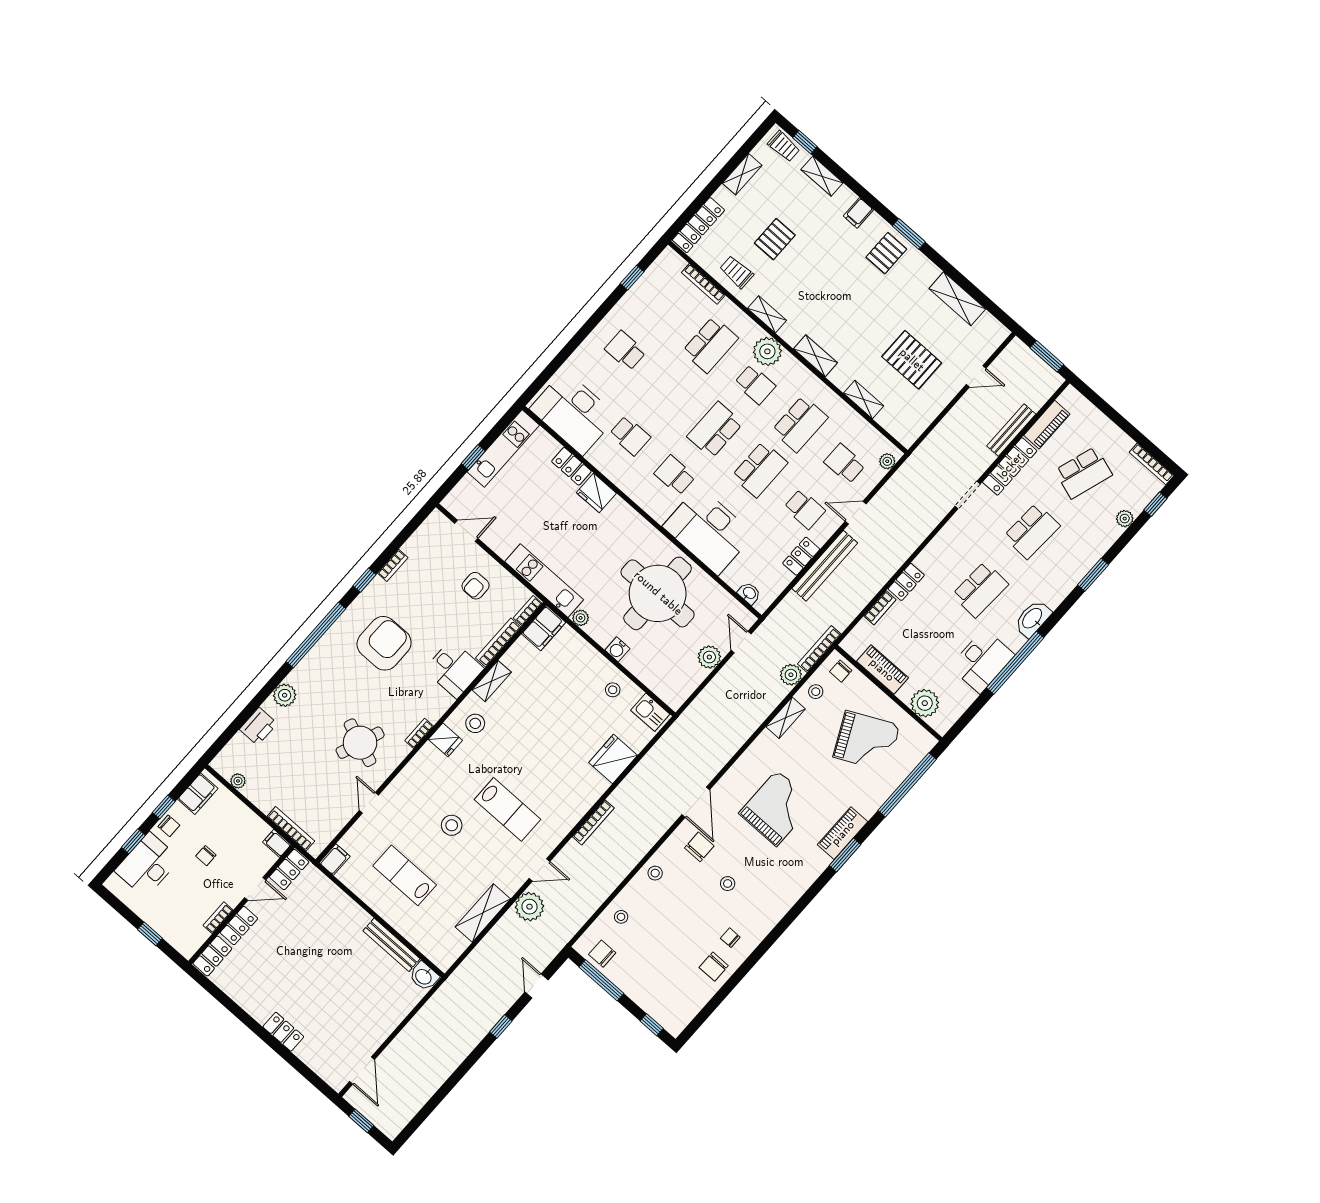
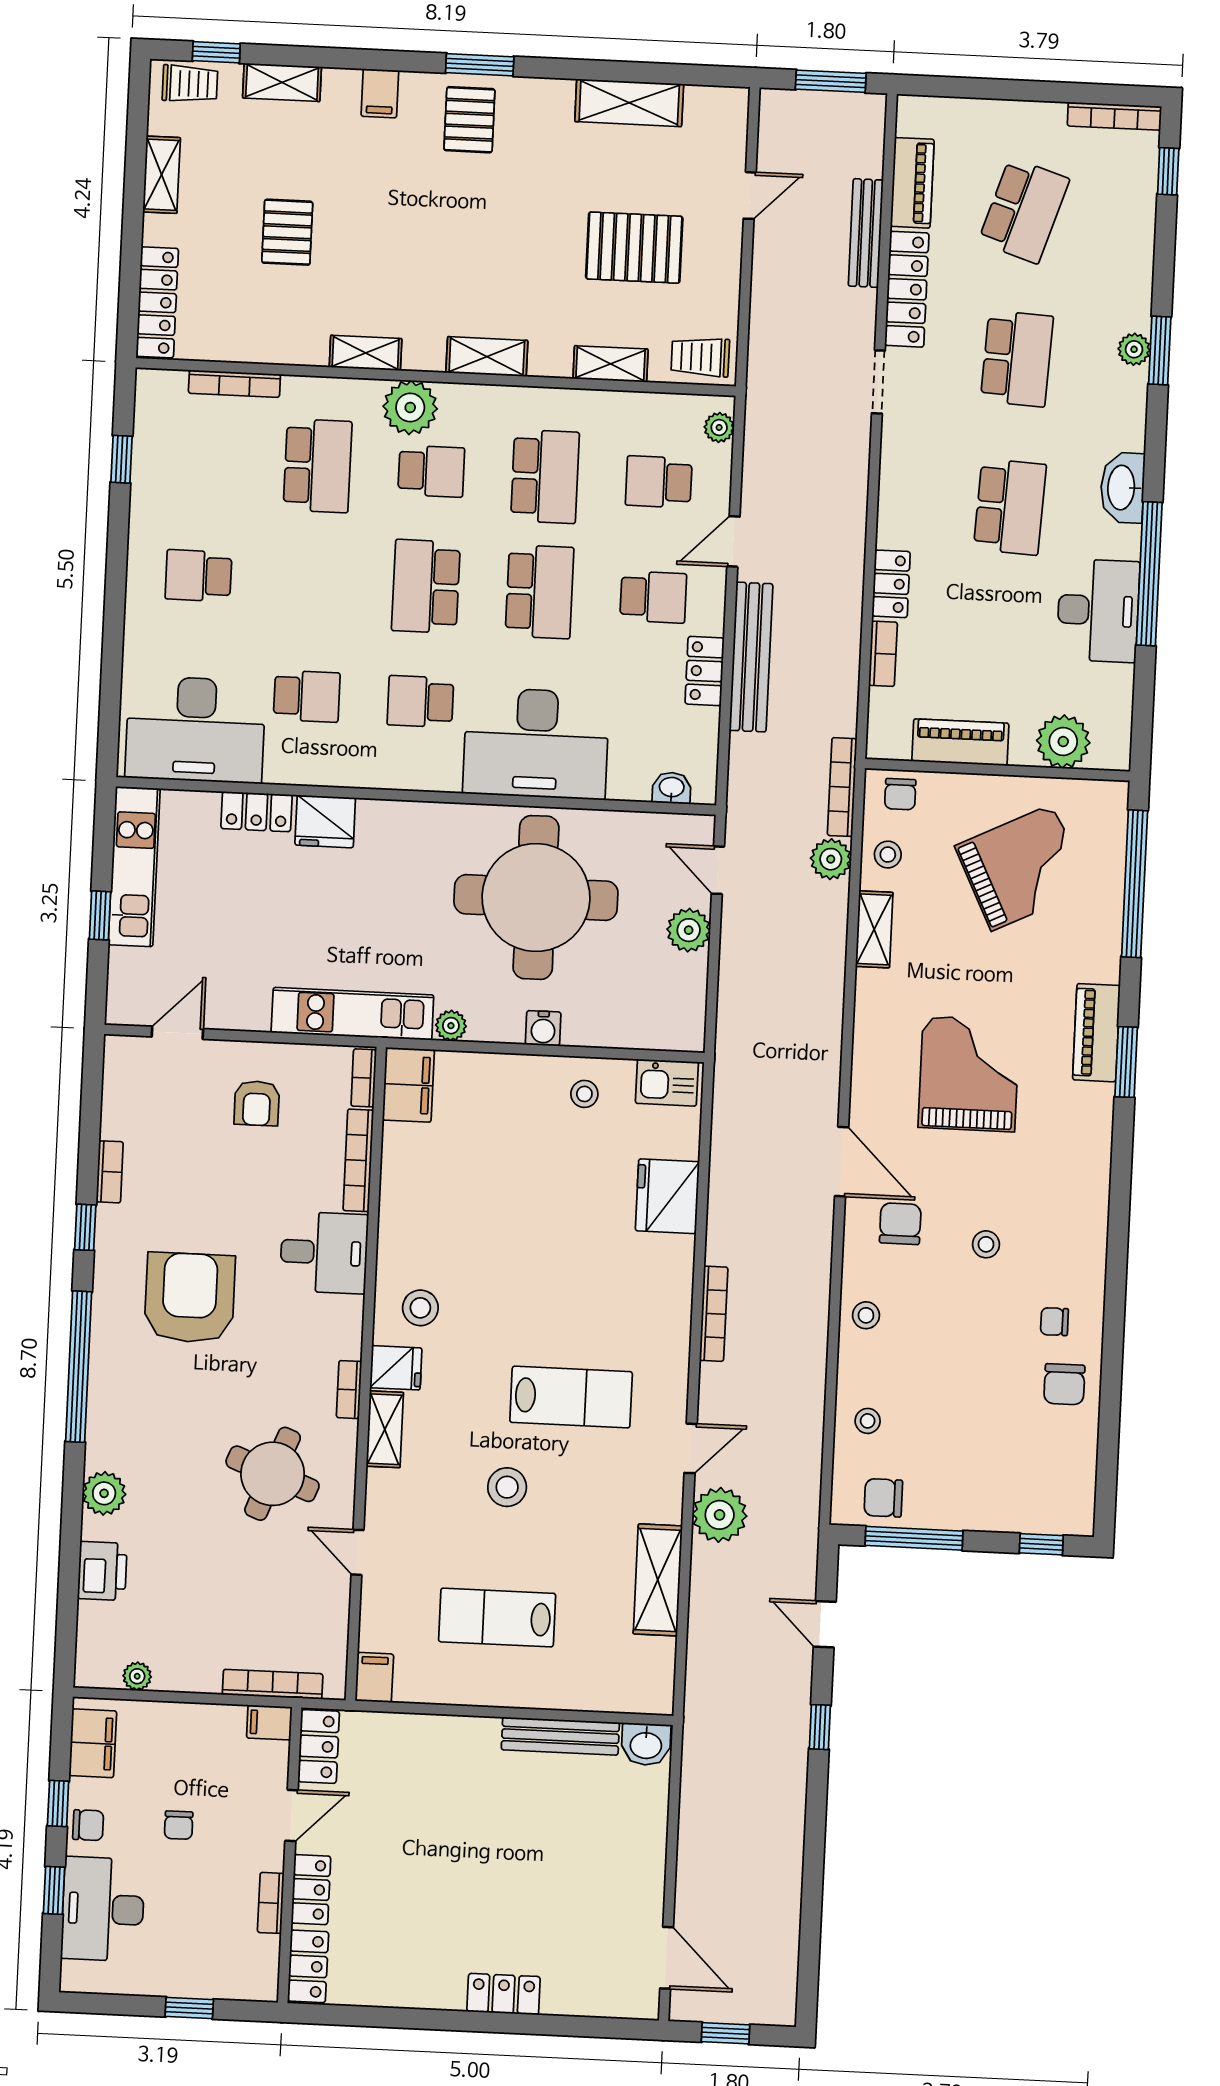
trolley: (737, 272) -> (700, 357), moved
plant: (1125, 519) -> (1134, 349), moved
shelving: (492, 681) -> (385, 1429), moved

